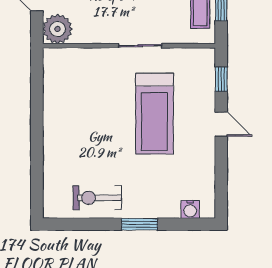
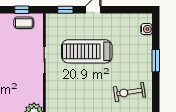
treadmill: (155, 114) -> (87, 51), turned 180
exercise bike: (97, 198) -> (129, 92), moved, turned 81

